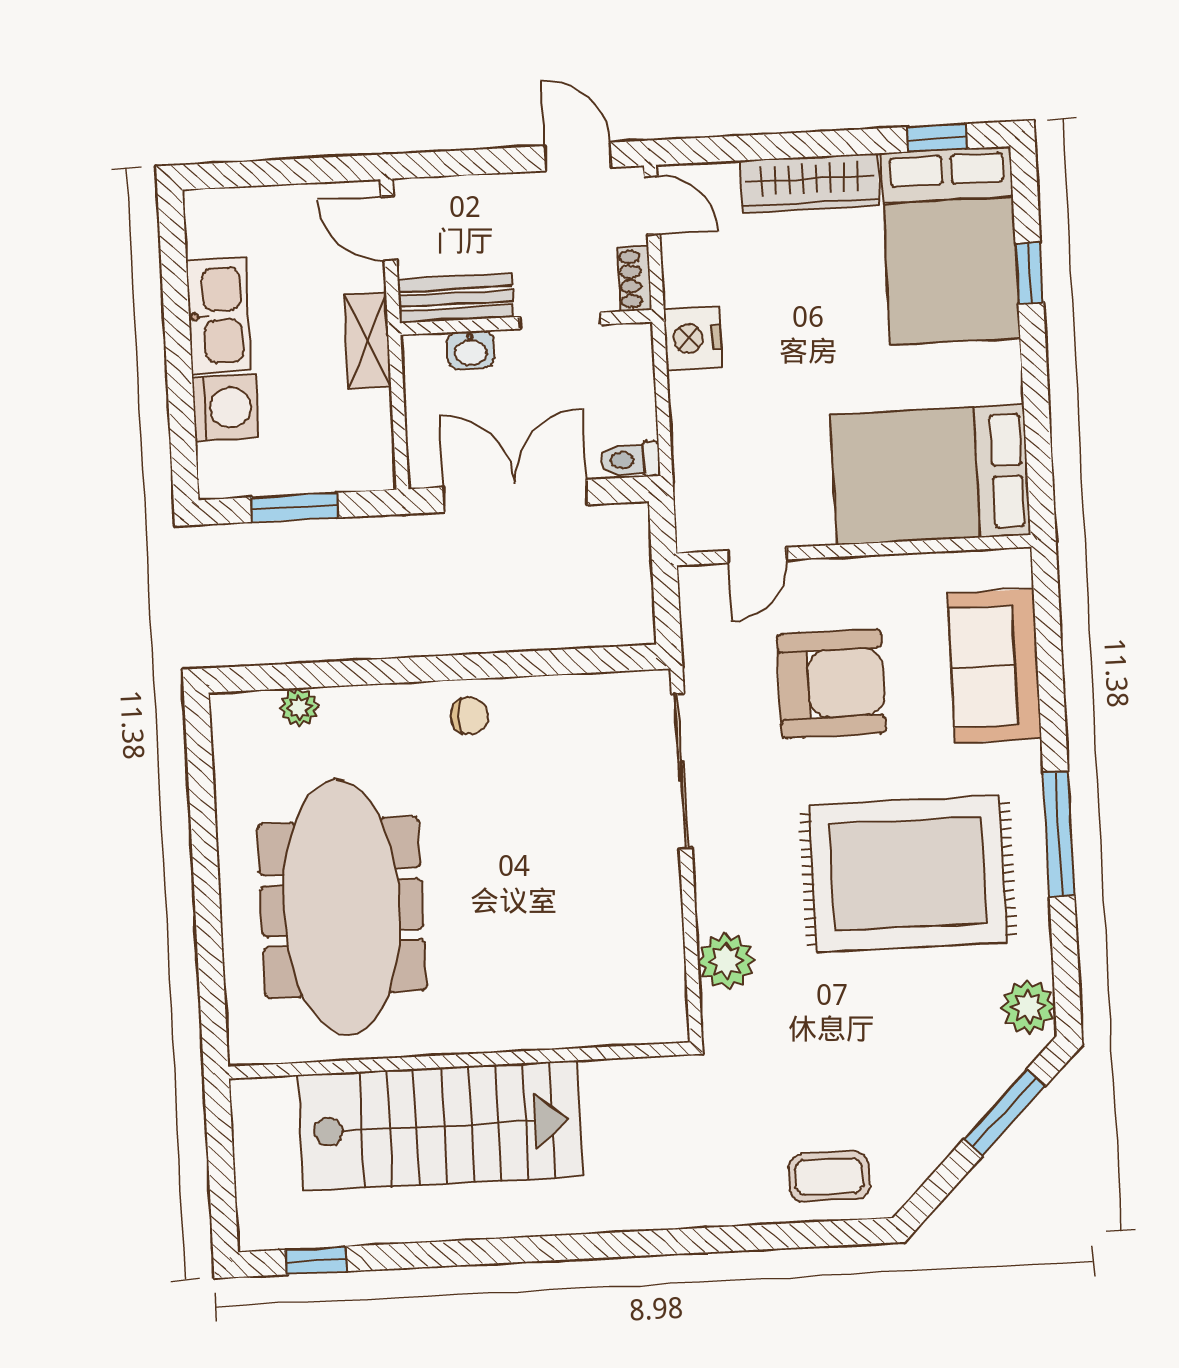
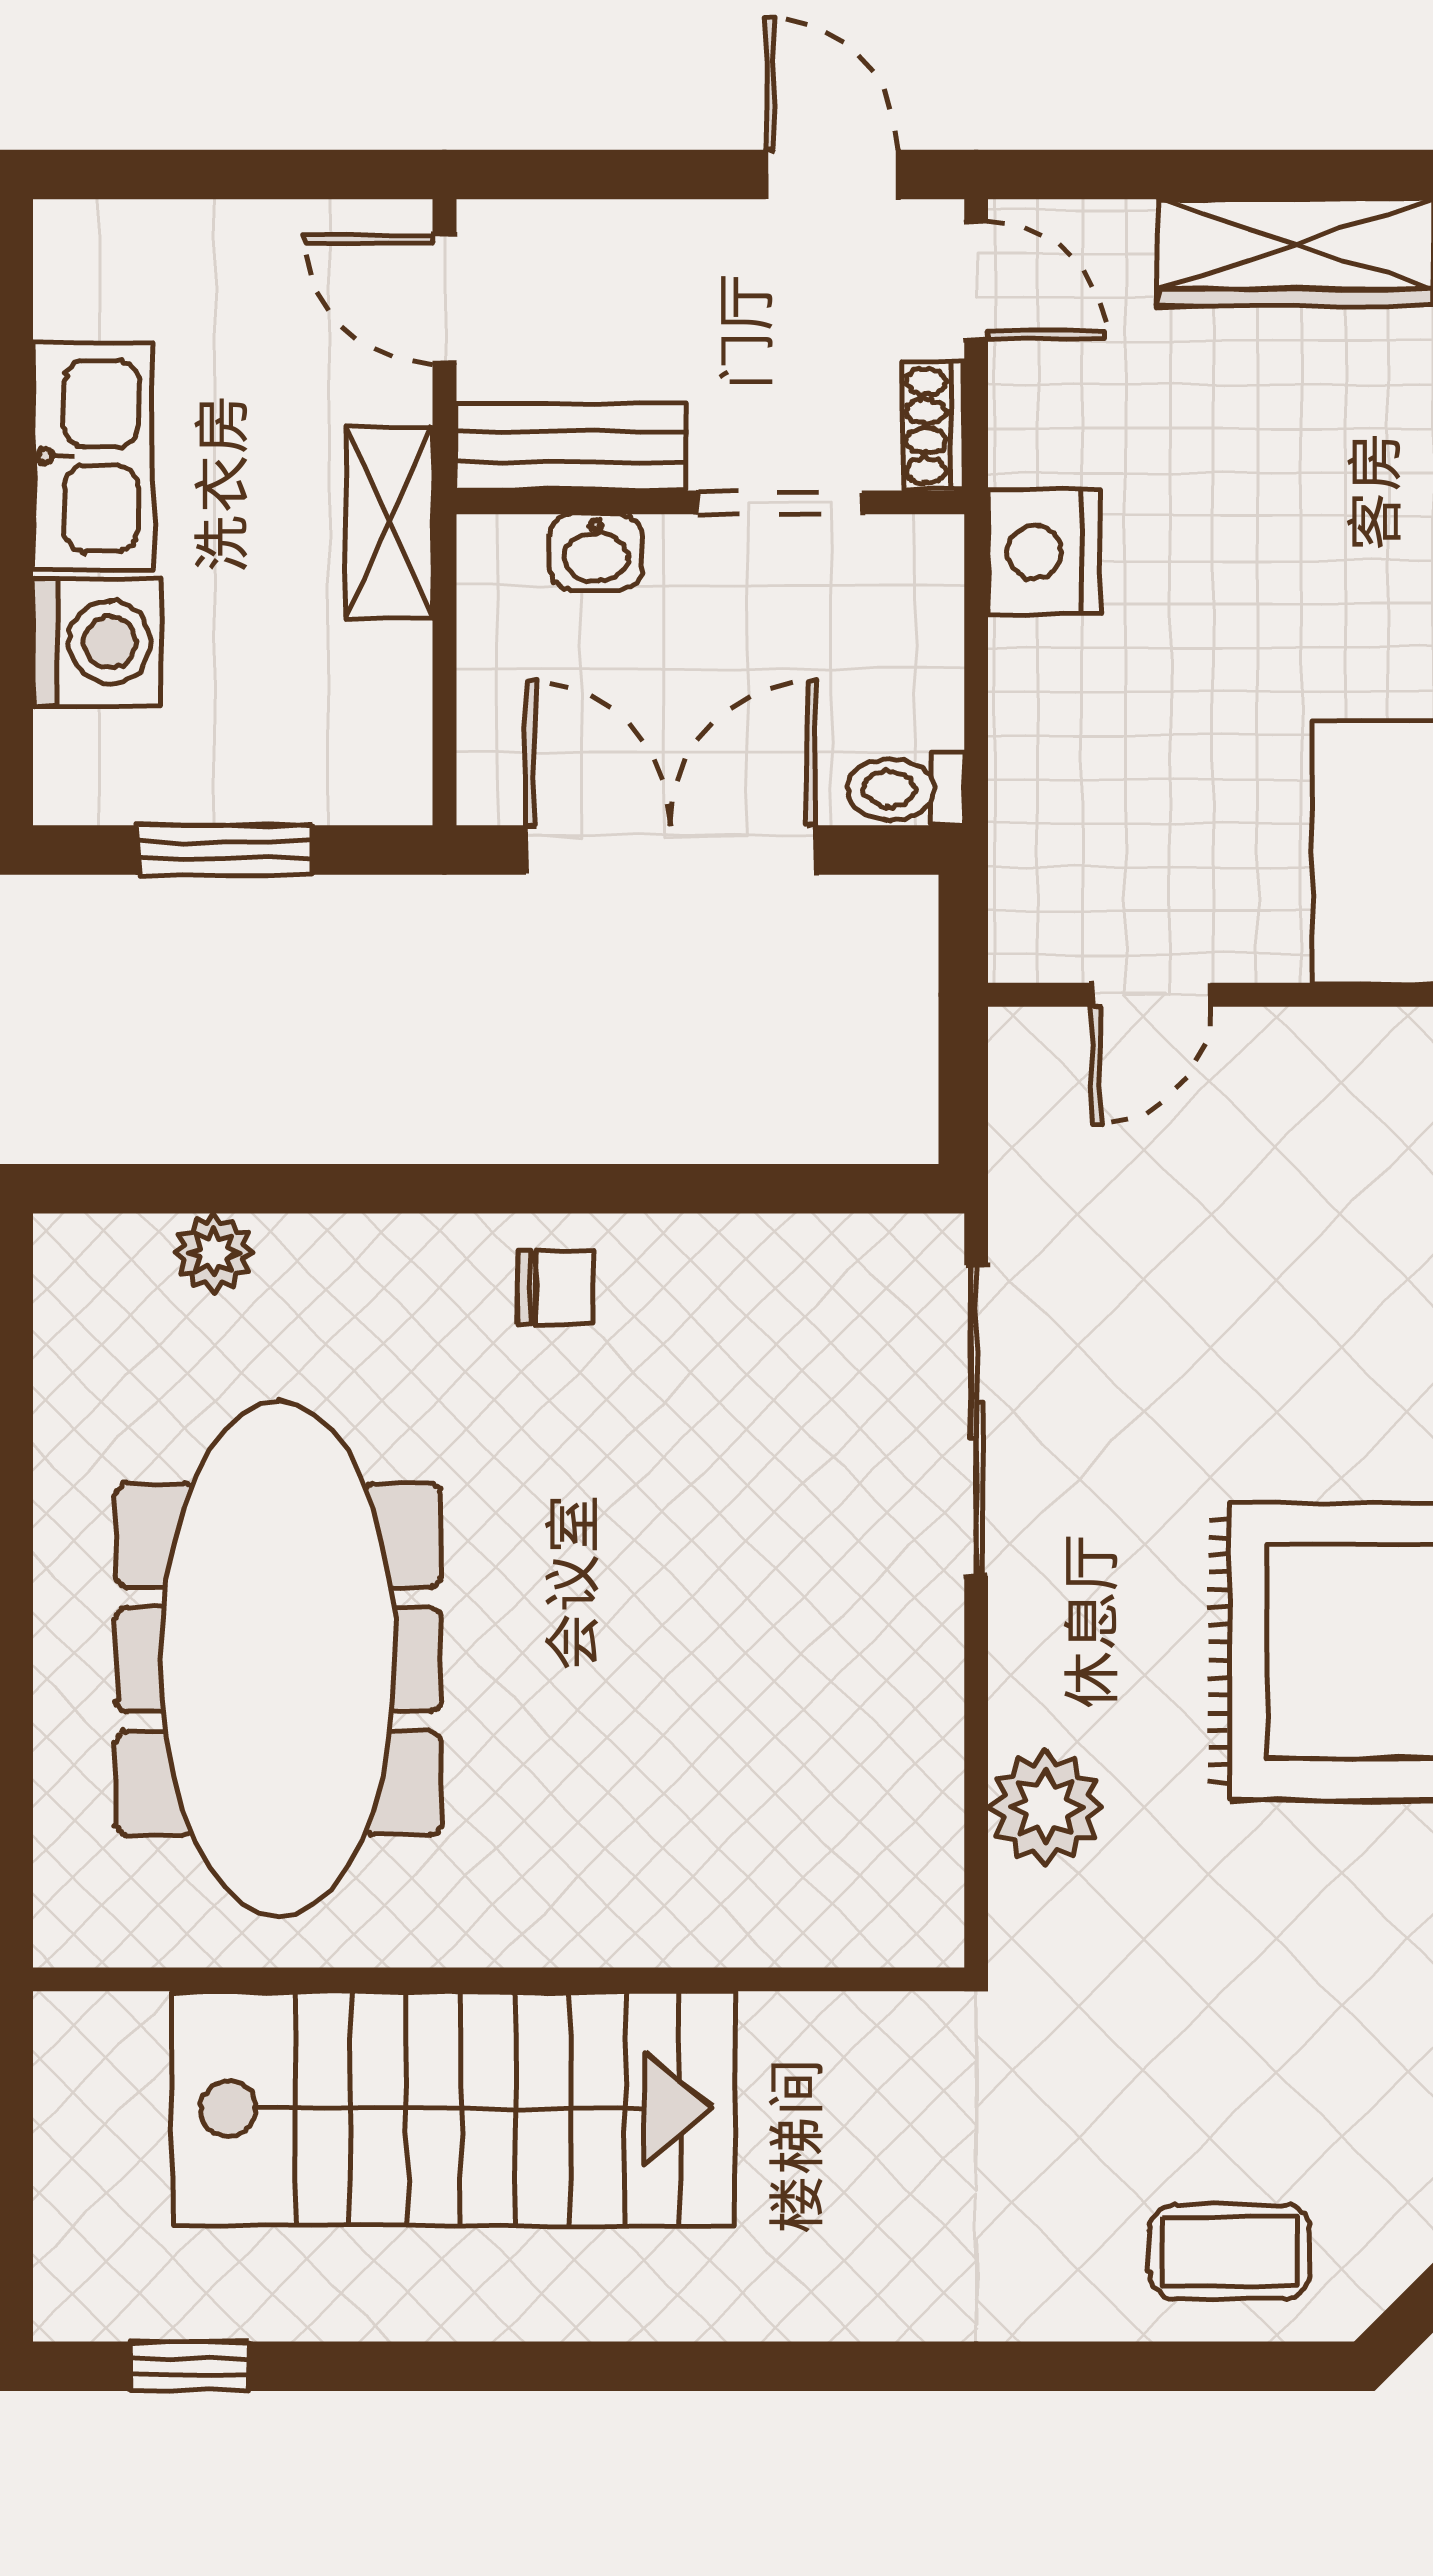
armchair: (831, 684) -> (1286, 1261), removed

